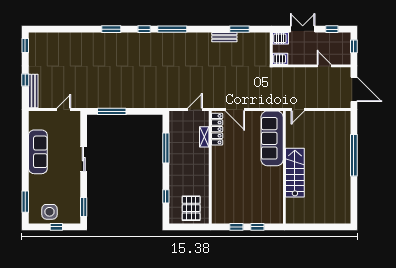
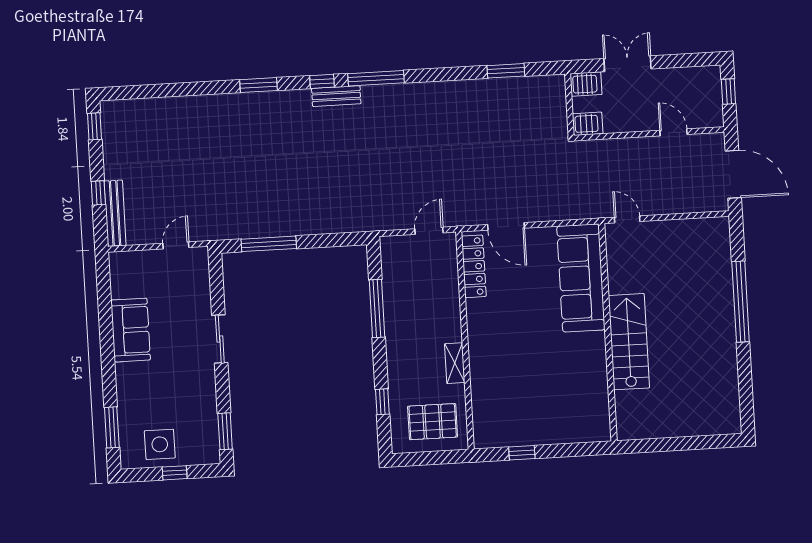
window: (332, 29) -> (684, 60), removed
bench: (224, 37) -> (336, 96), moved
door: (298, 109) -> (627, 219), swing flipped
shelving: (204, 137) -> (455, 363), moved
sofa: (38, 152) -> (131, 330), width x0.73
pallet: (191, 208) -> (433, 422), turned 90
window: (257, 227) -> (562, 450), removed

